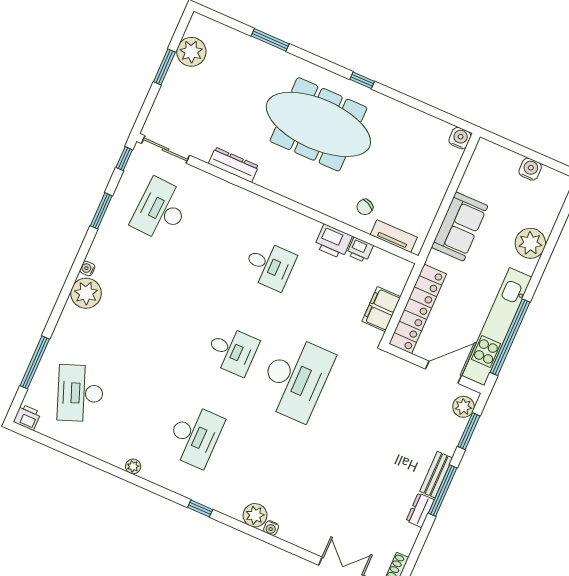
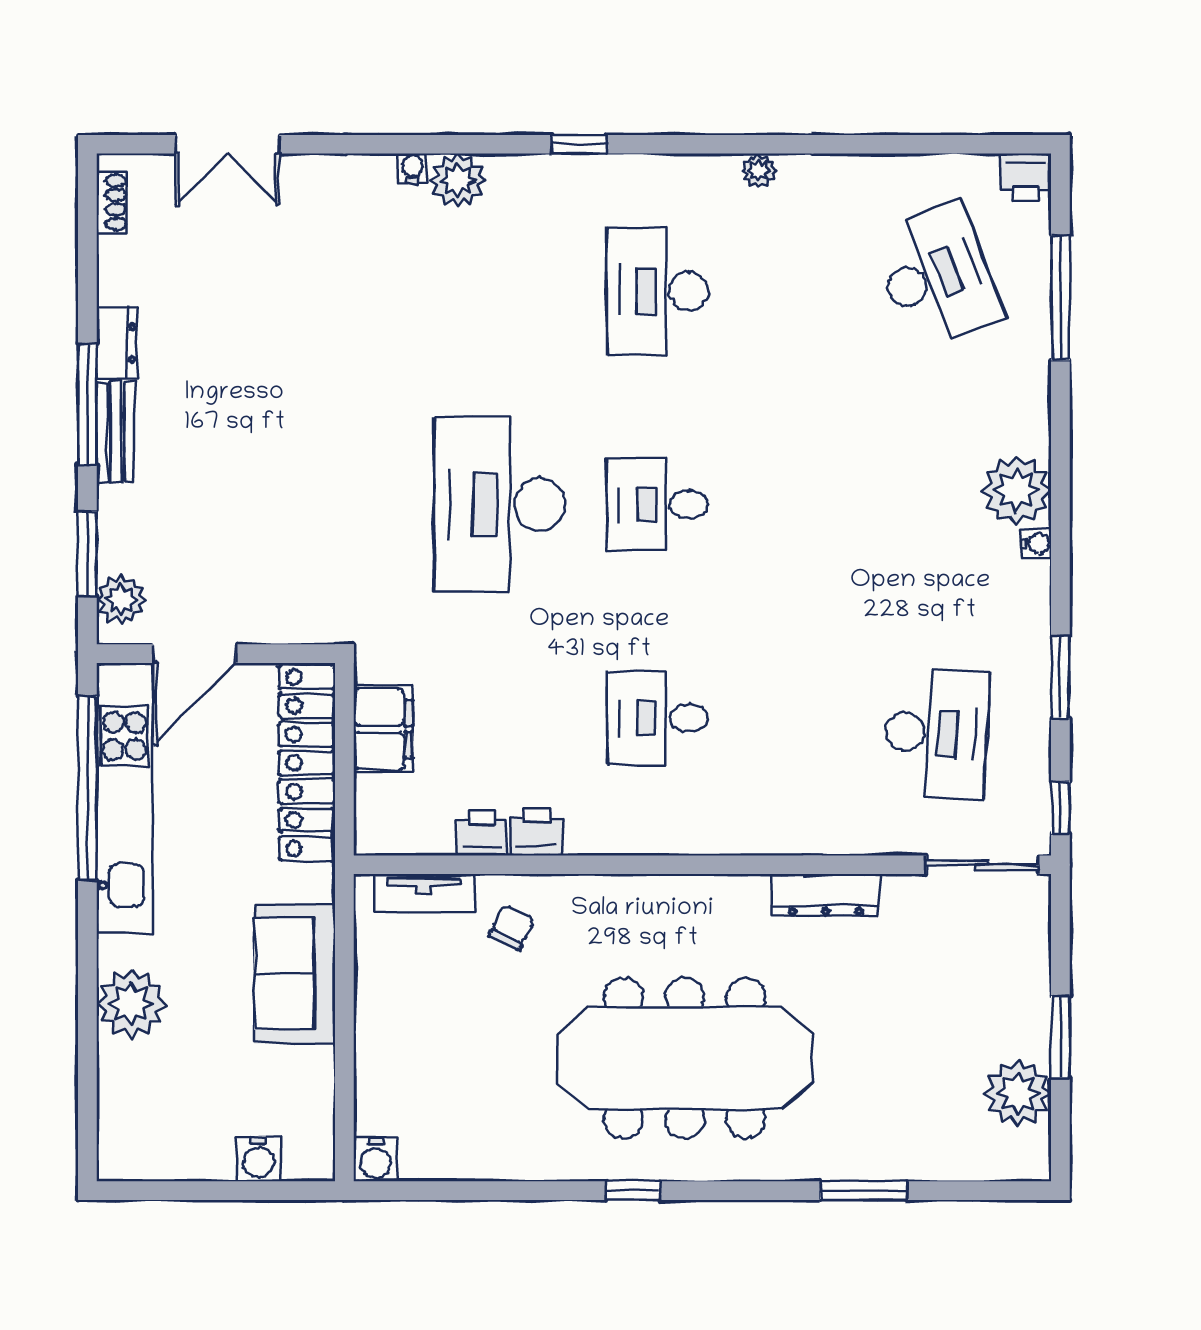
water cooler: (530, 169) -> (258, 1159), moved
printer: (333, 241) -> (536, 832), width x0.73, depth x0.81

